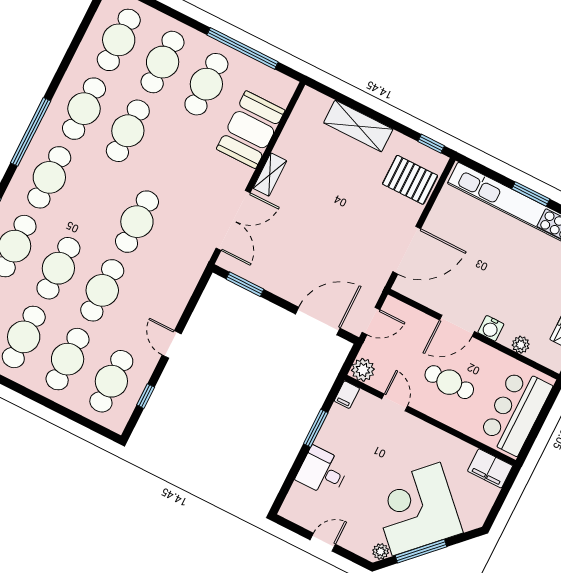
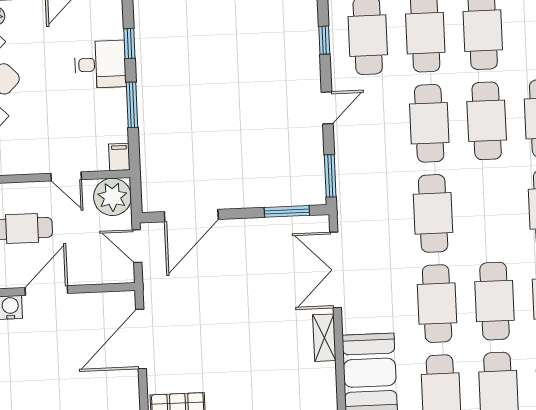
cafe table: (172, 153) -> (437, 304), added
window: (198, 293) -> (330, 176), added
door: (371, 321) -> (137, 246), hinge flipped
door: (172, 344) -> (327, 108), hinge flipped
plant: (363, 370) -> (112, 197), width x1.36, depth x1.36
window: (292, 475) -> (129, 44), added

